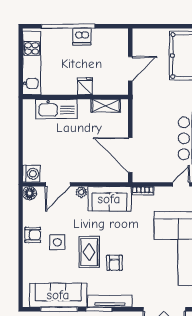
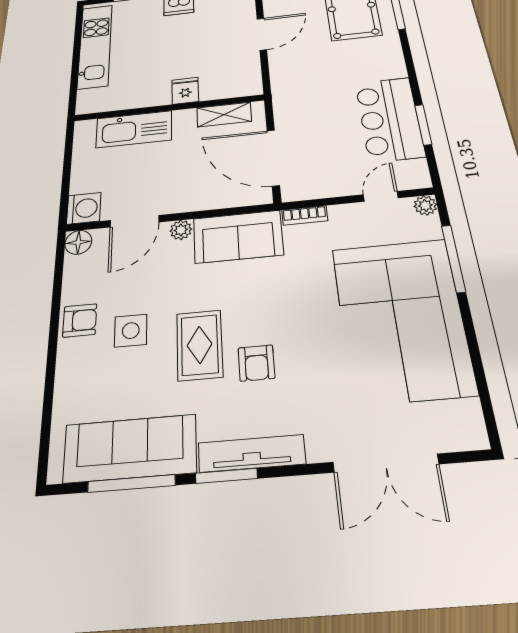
fridge: (85, 86) -> (185, 91), moved
wall: (75, 97) -> (169, 108), moved
shelving: (106, 106) -> (224, 115), moved
kitchen sink: (56, 109) -> (134, 129), moved

